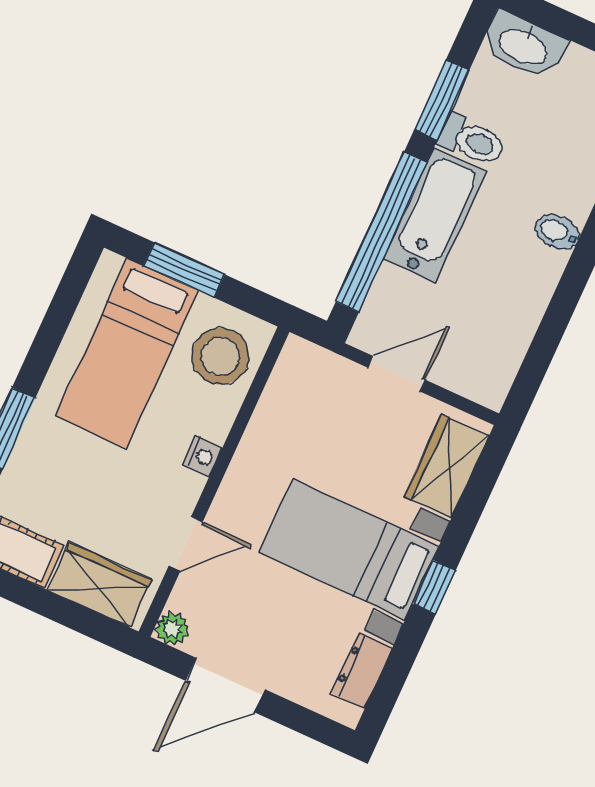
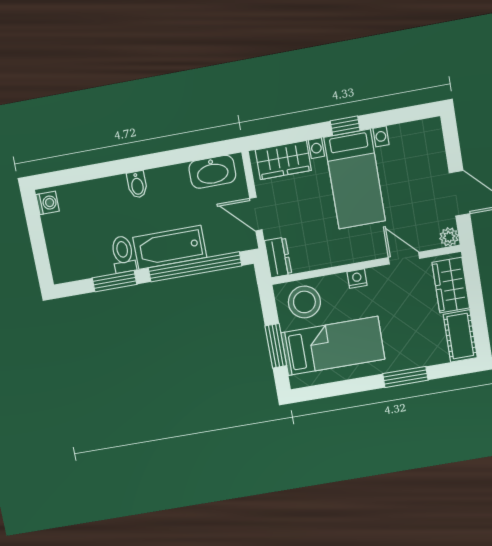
washbasin: (524, 46) -> (212, 172), moved, turned 90
dresser: (362, 670) -> (278, 257), moved, turned -90

